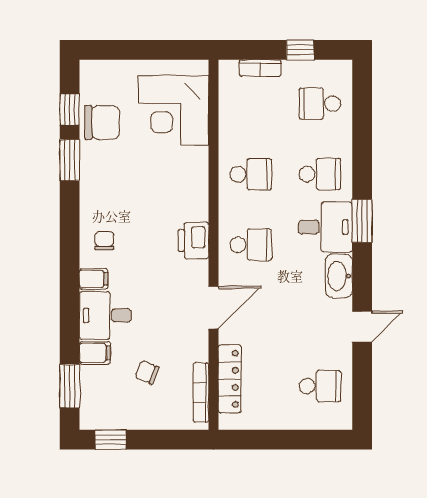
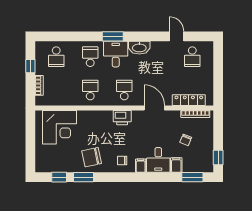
chair: (102, 122) -> (92, 157), moved, turned -102
door: (362, 327) -> (176, 36), moved
school desk: (320, 386) -> (192, 57), turned 180

